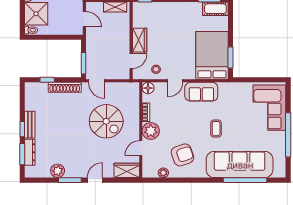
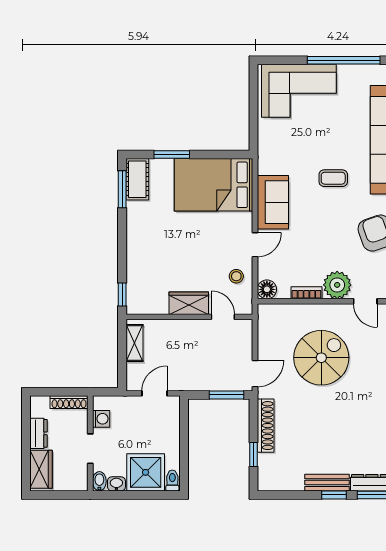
window: (231, 58) -> (172, 154), moved
door: (175, 81) -> (255, 245), hinge flipped

